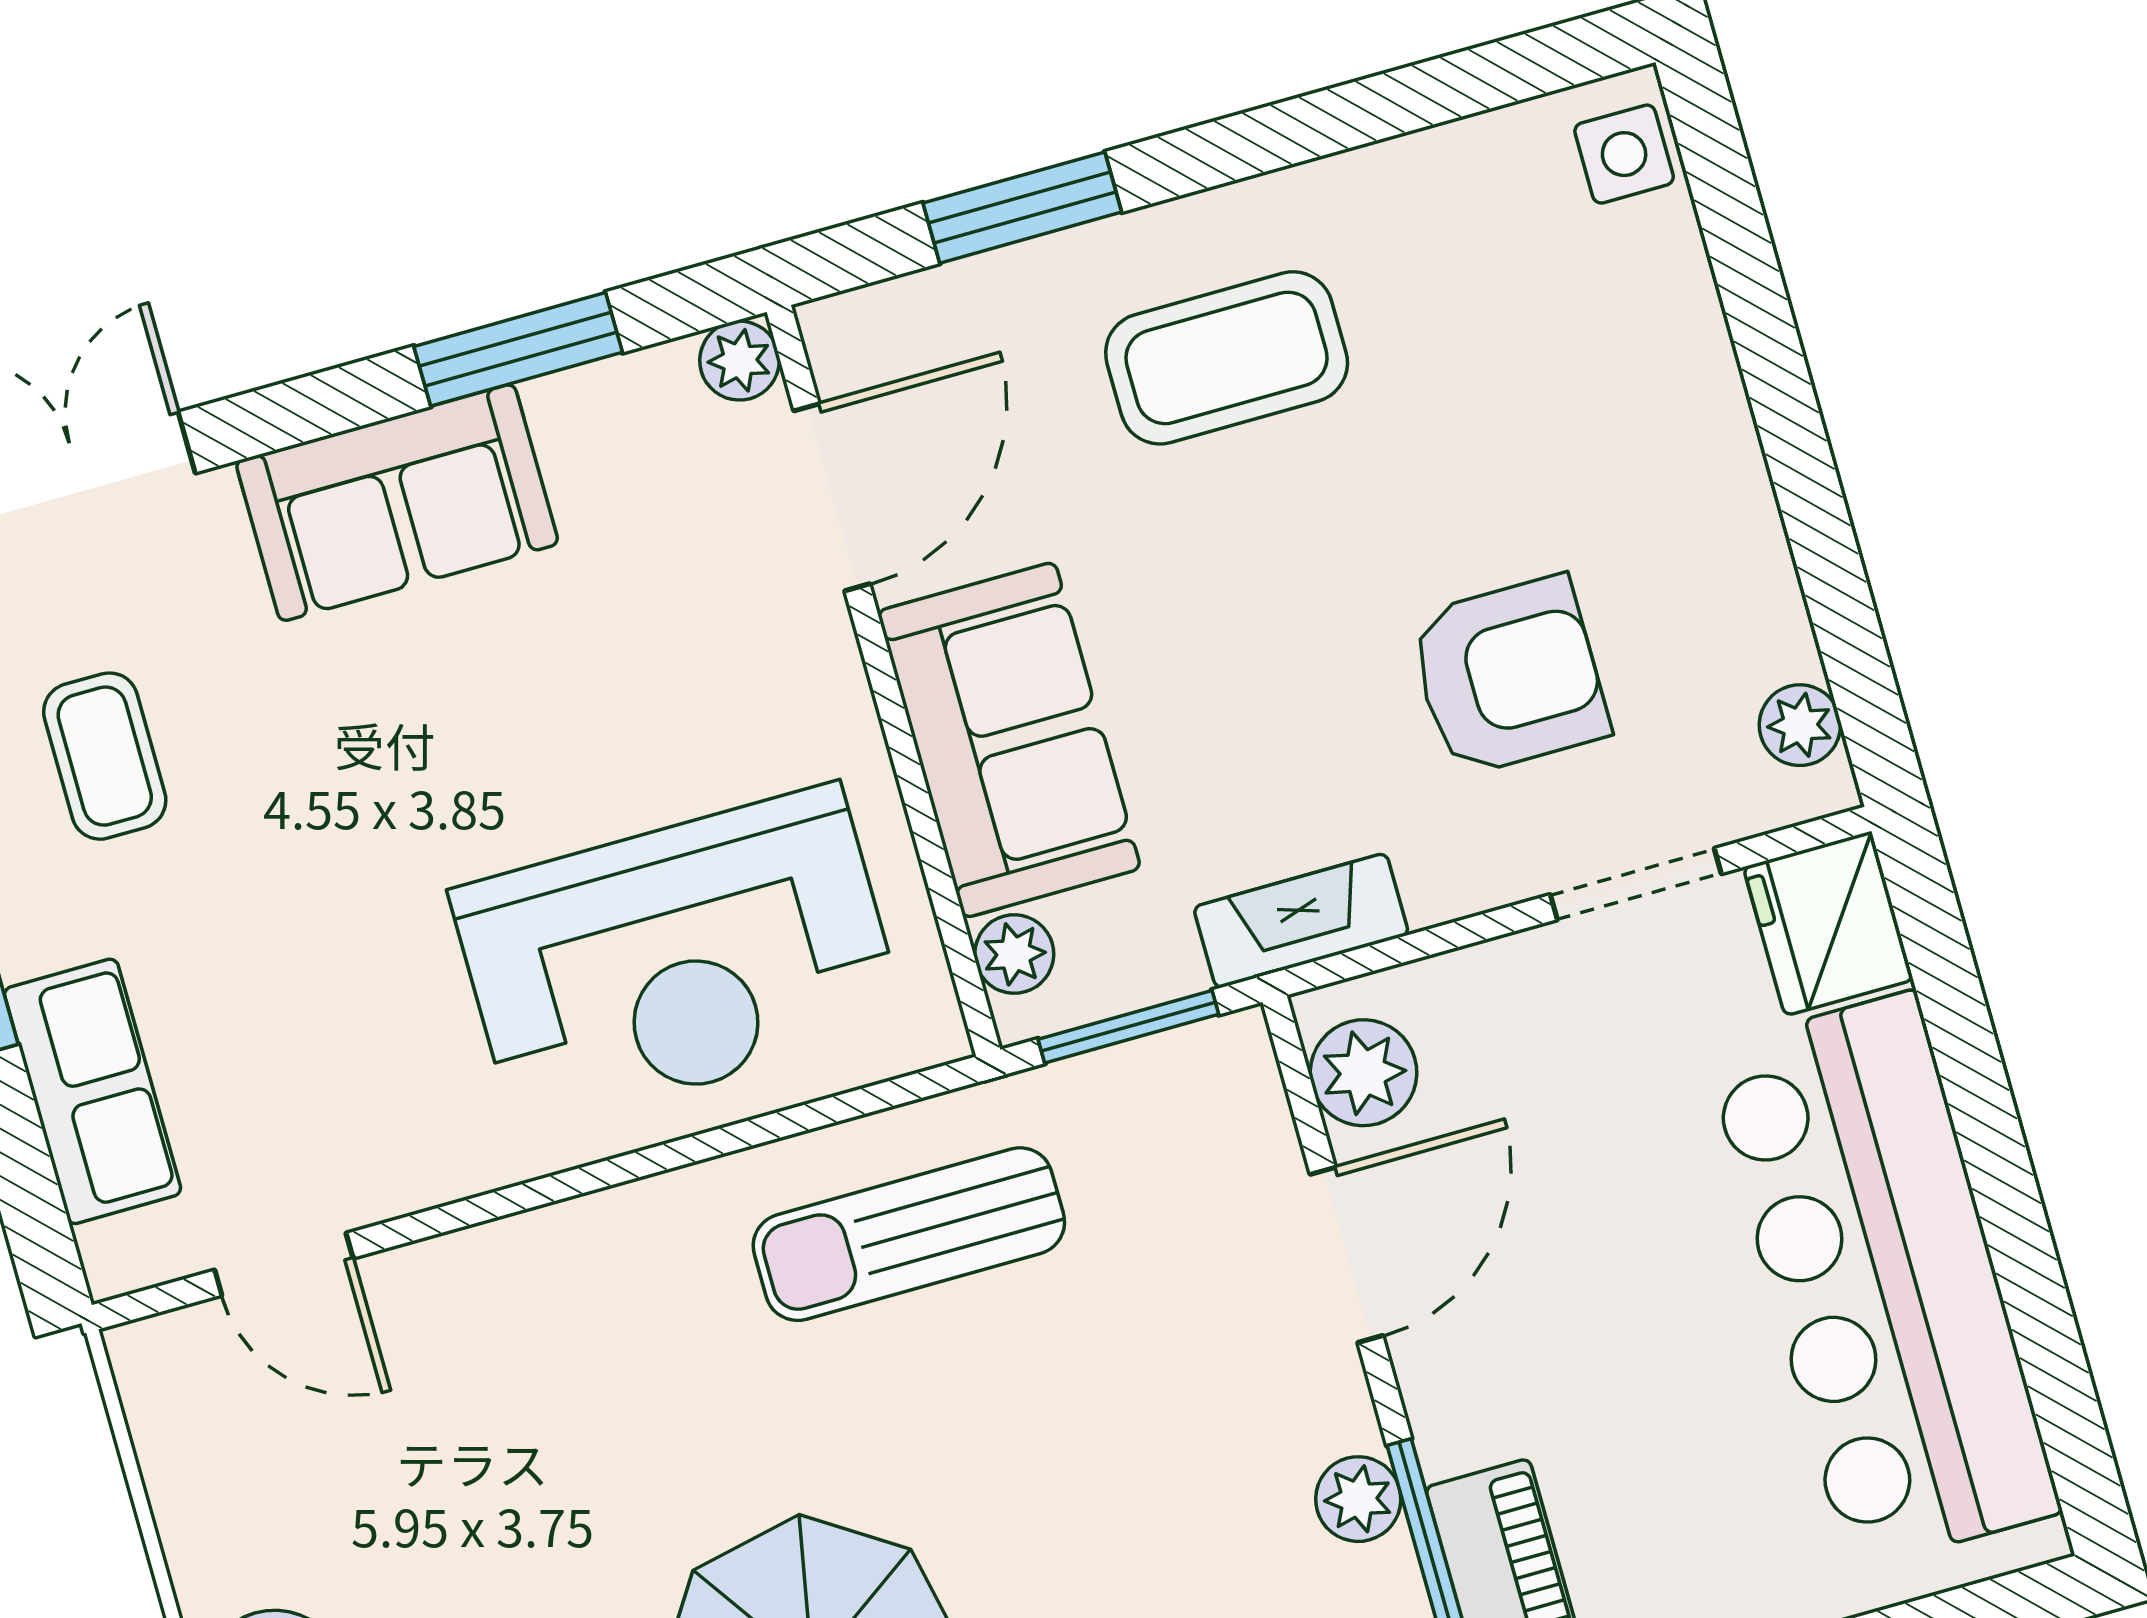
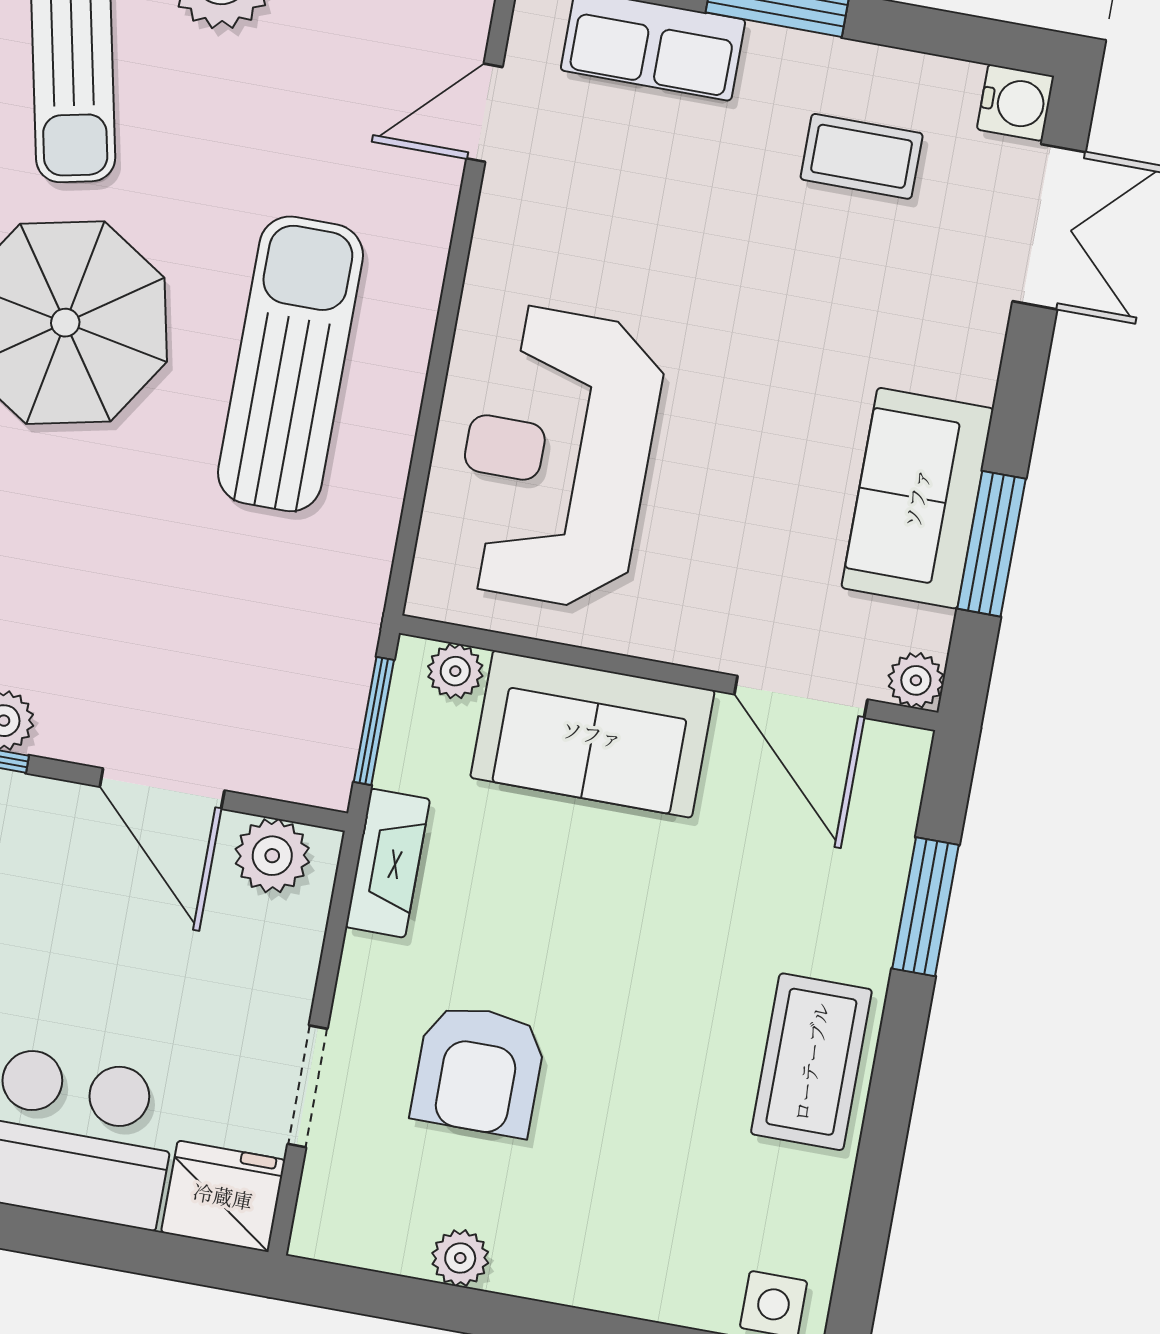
coffee table: (1227, 358) -> (811, 1062), moved
sofa: (397, 503) -> (917, 498), moved
plant: (1800, 725) -> (460, 1258), moved
sun lounger: (909, 1234) -> (290, 364), moved, width x1.36, depth x1.34

